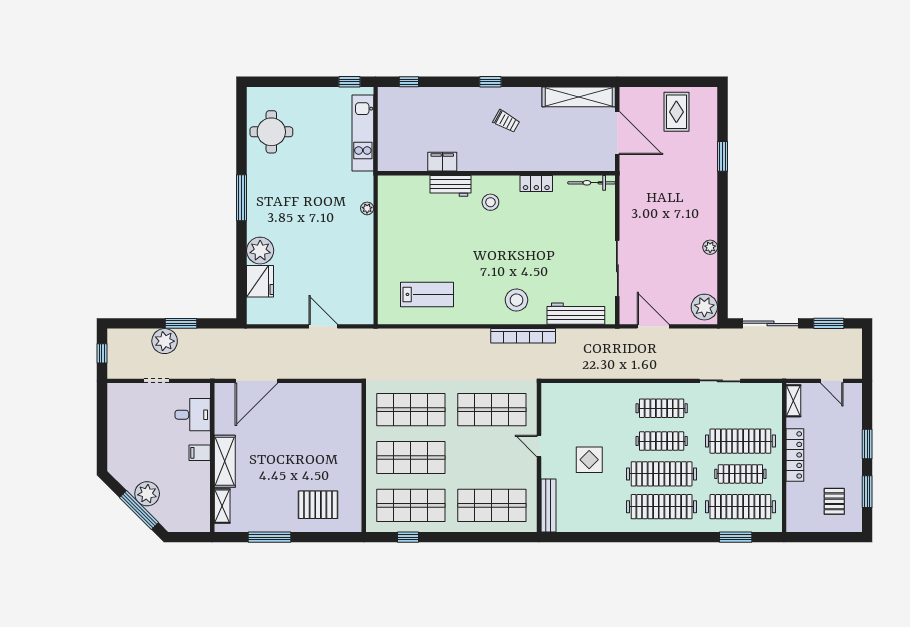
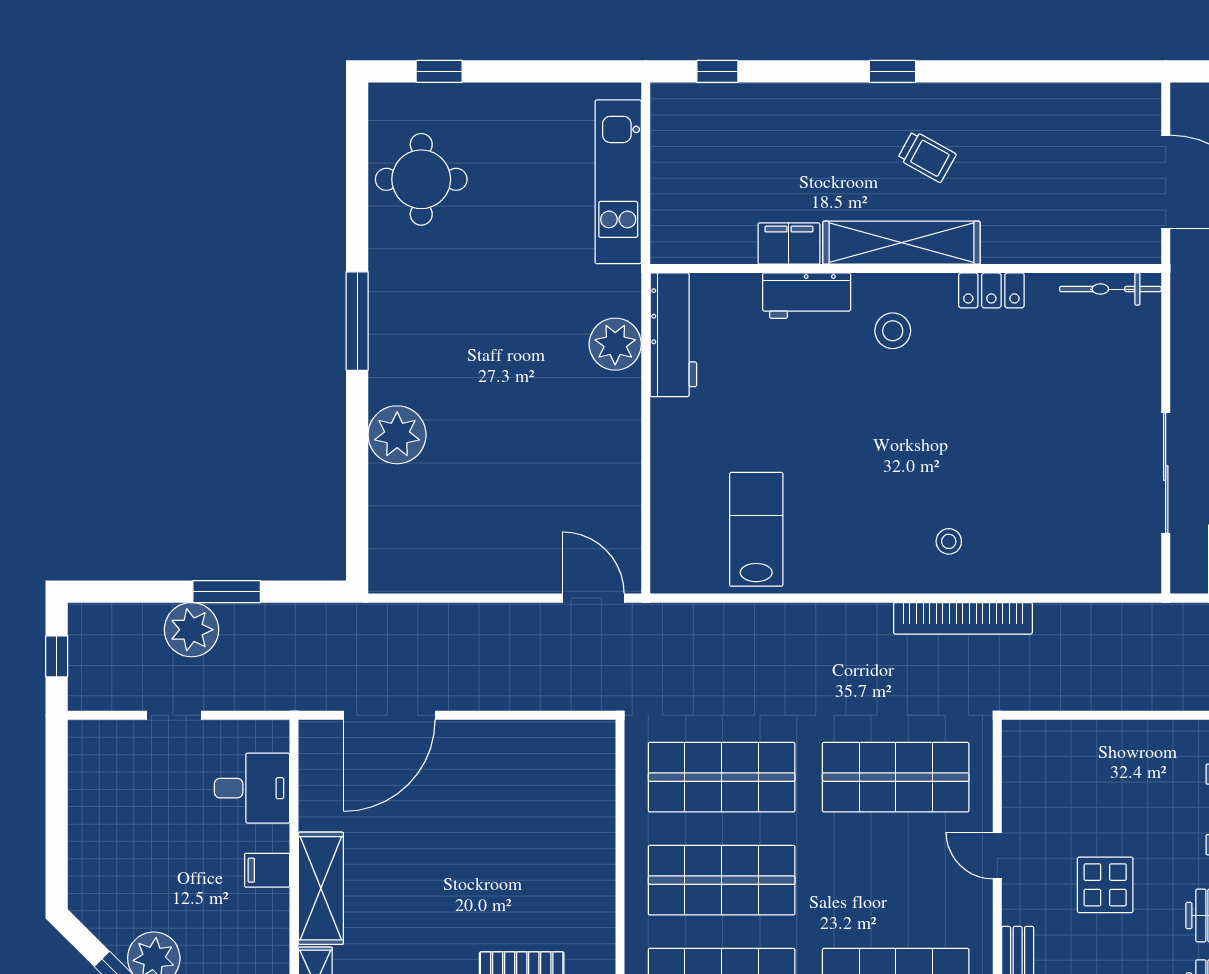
window: (350, 82) -> (439, 71), moved
shelving: (579, 97) -> (901, 243), moved
plant: (367, 208) -> (615, 344), width x1.88, depth x1.88
fridge: (260, 281) -> (397, 501), removed
lab bench: (427, 294) -> (756, 529), turned -90
stool: (516, 300) -> (949, 541), width x0.53, depth x0.53
workbench: (576, 314) -> (673, 335), moved, turned 90
door: (323, 326) -> (593, 598), moved

